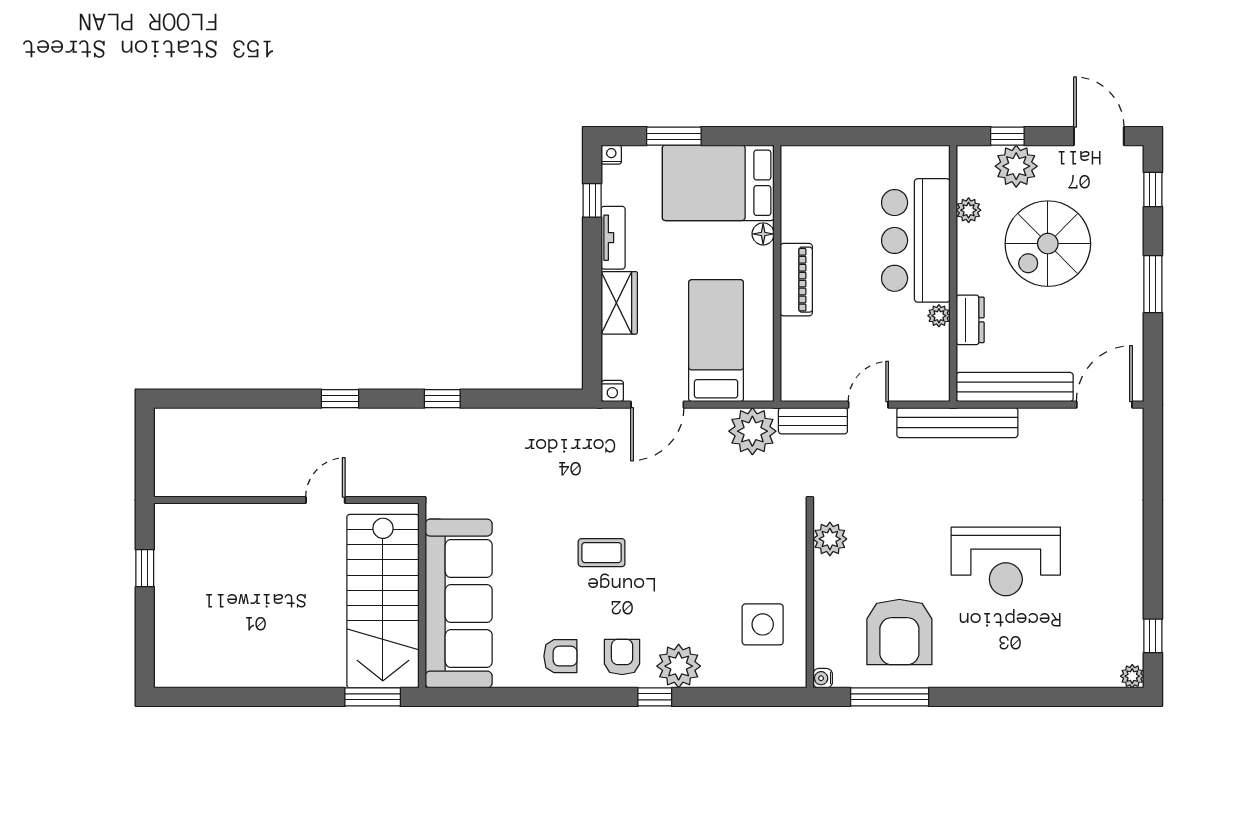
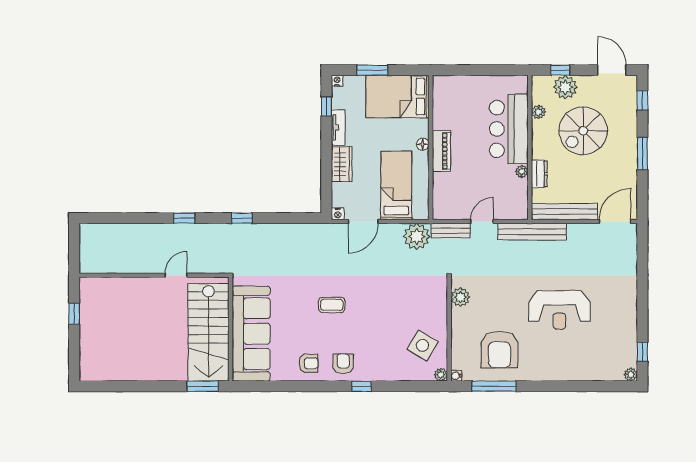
floor lamp: (763, 234) -> (423, 144), moved
side table: (763, 624) -> (422, 345), turned 31
plant: (679, 666) -> (441, 375), moved, width x0.53, depth x0.53

